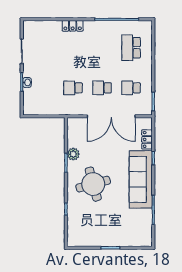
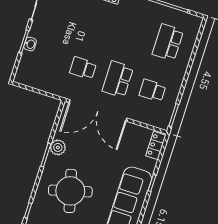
school desk: (102, 88) -> (118, 79), width x1.85
double door: (111, 116) -> (98, 110), moved
locker: (147, 139) -> (156, 145), moved

